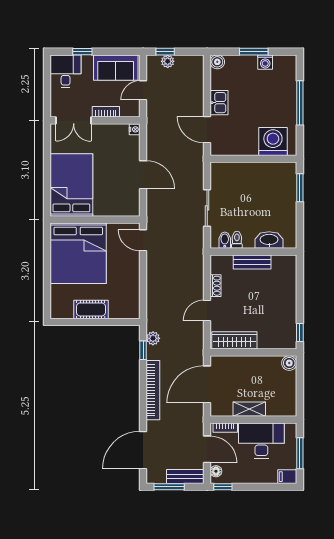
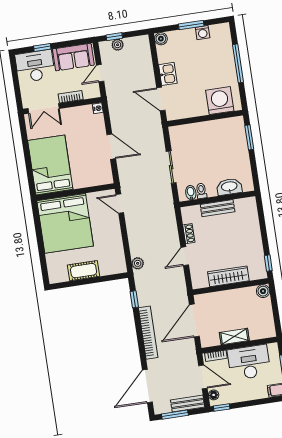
desk: (66, 71) -> (35, 66), width x1.37
plant: (153, 338) -> (138, 263), moved
wardrobe: (234, 340) -> (228, 276), moved

